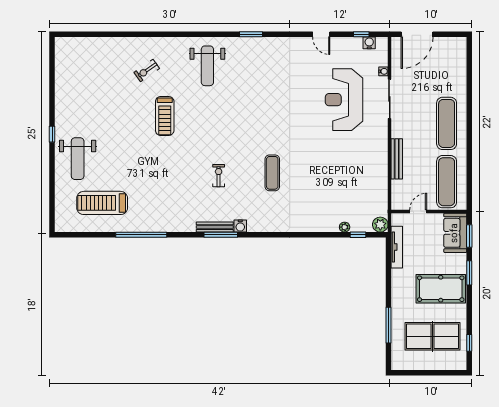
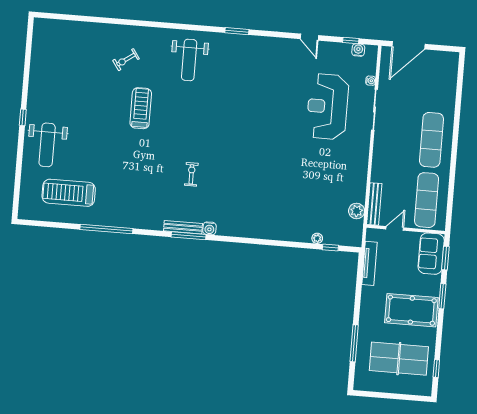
treadmill: (165, 116) -> (141, 108), turned 180
bench: (397, 159) -> (374, 204), moved
exercise mat: (272, 173) -> (247, 176), removed
plant: (380, 225) -> (357, 211), moved

